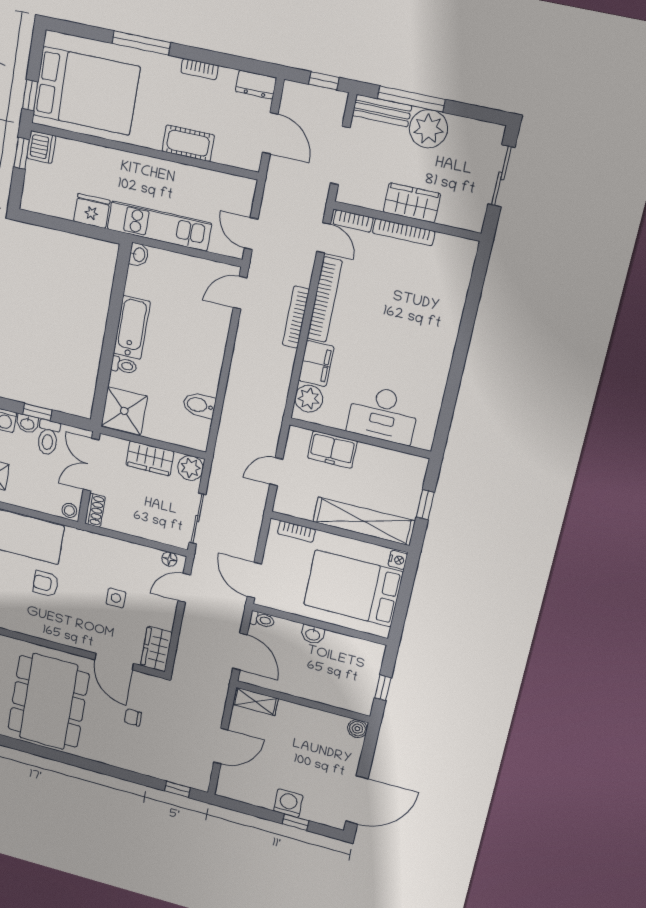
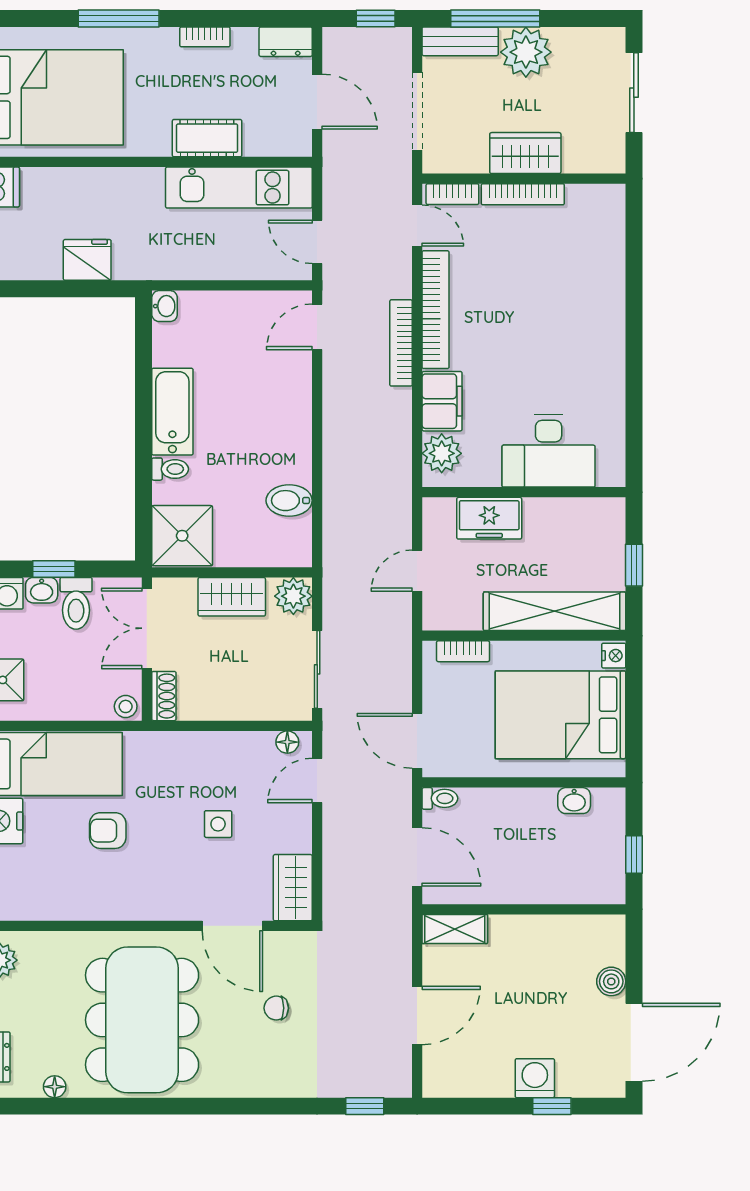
kitchen unit: (159, 226) -> (239, 188), moved, turned 180
washbasin: (313, 634) -> (574, 801), moved
boiler: (357, 729) -> (611, 981), moved

